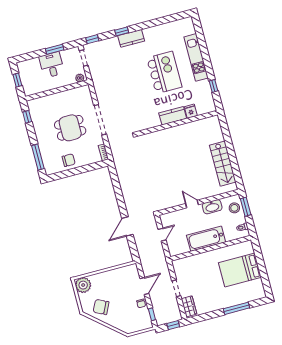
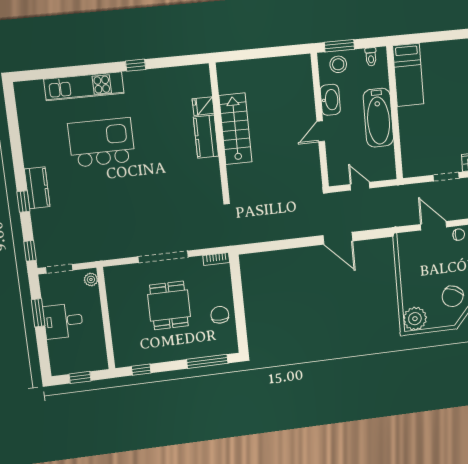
fridge: (191, 111) -> (203, 106), moved
kitchen counter: (173, 116) -> (206, 137), moved
wall: (177, 123) -> (219, 131), moved
stairs: (223, 164) -> (235, 129), moved, turned -90
bed: (240, 270) -> (408, 75), moved, width x0.67

